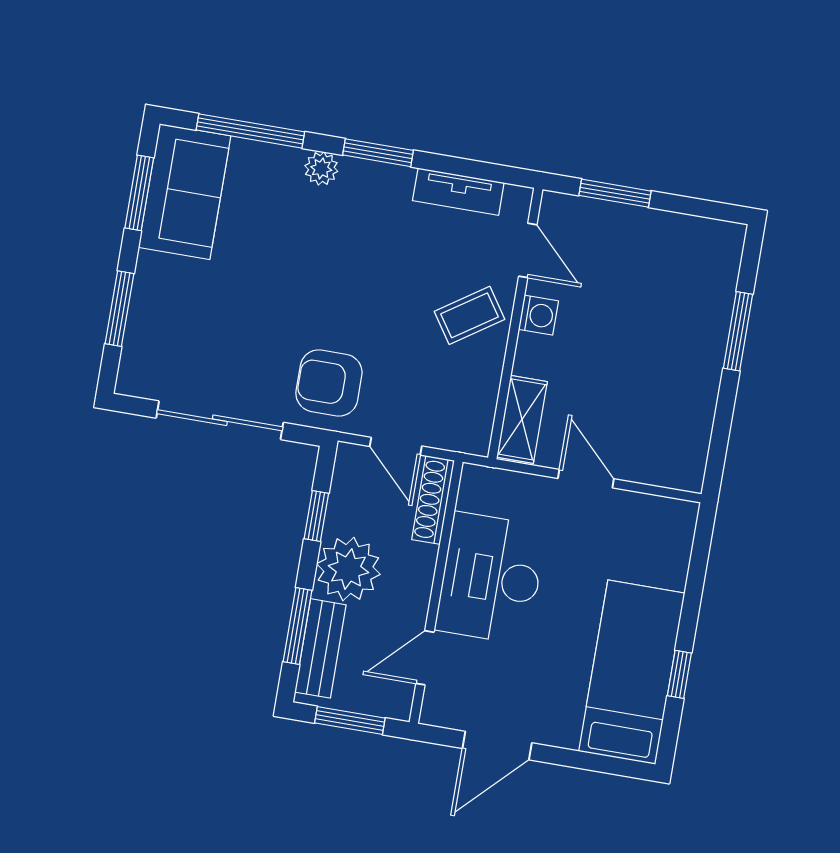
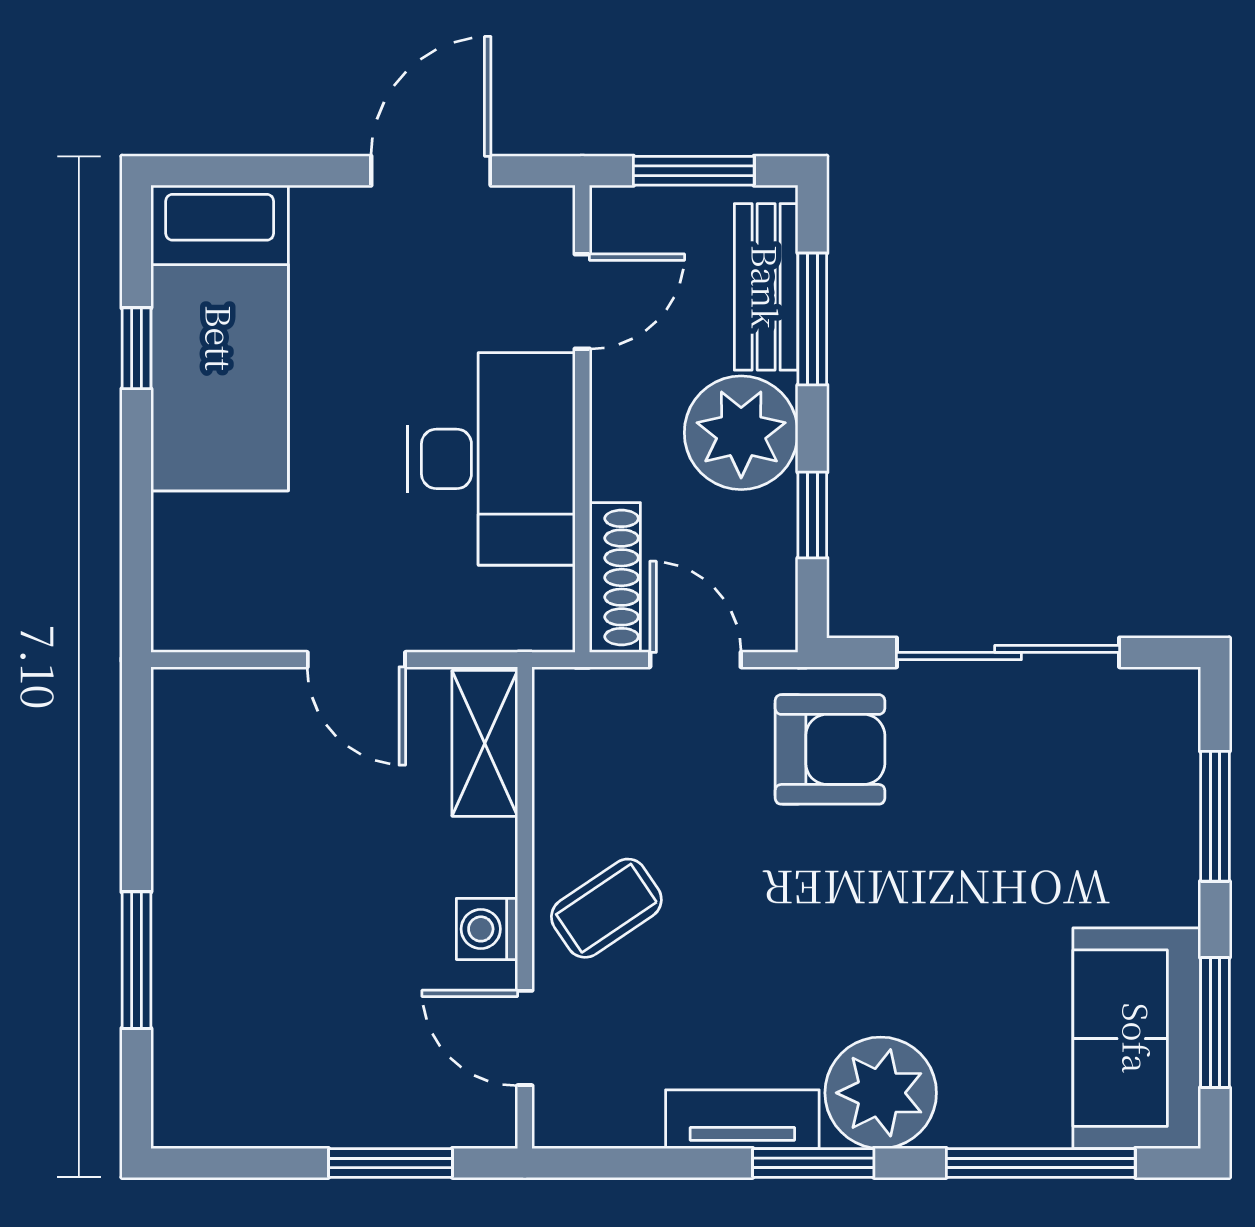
plant: (321, 168) -> (881, 1093), width x1.88, depth x1.88
tv unit: (458, 192) -> (742, 1119), moved

